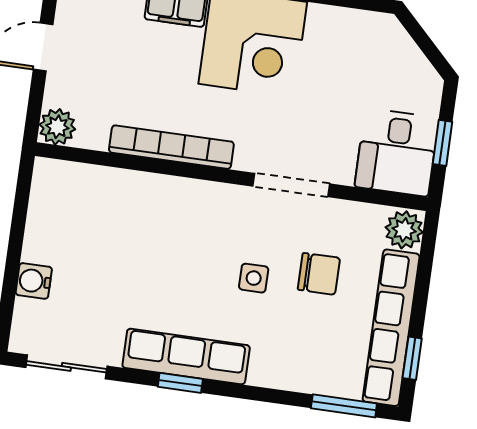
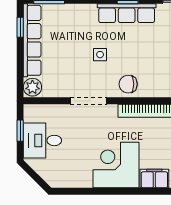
desk: (397, 152) -> (42, 140), moved, turned -90
chair: (319, 274) -> (128, 84), moved

